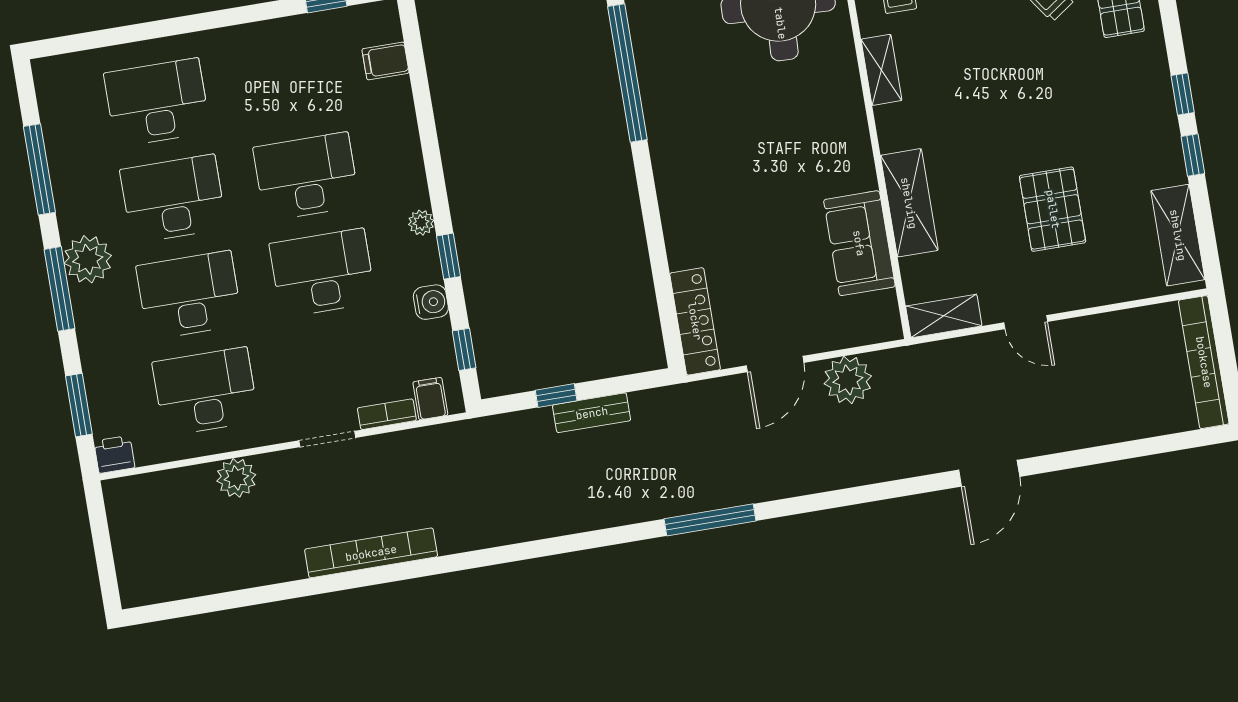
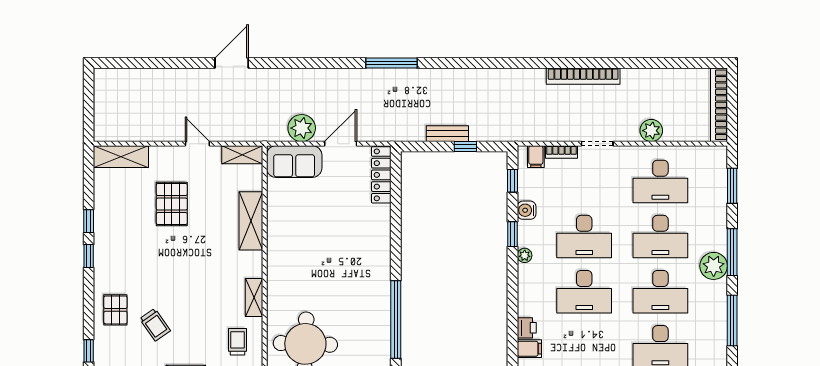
shelving: (1178, 235) -> (121, 157), moved, turned 90
sofa: (859, 243) -> (294, 162), moved, turned 90
bookcase: (1204, 362) -> (719, 105), moved, turned 180
printer: (114, 454) -> (527, 328), moved, turned -90

